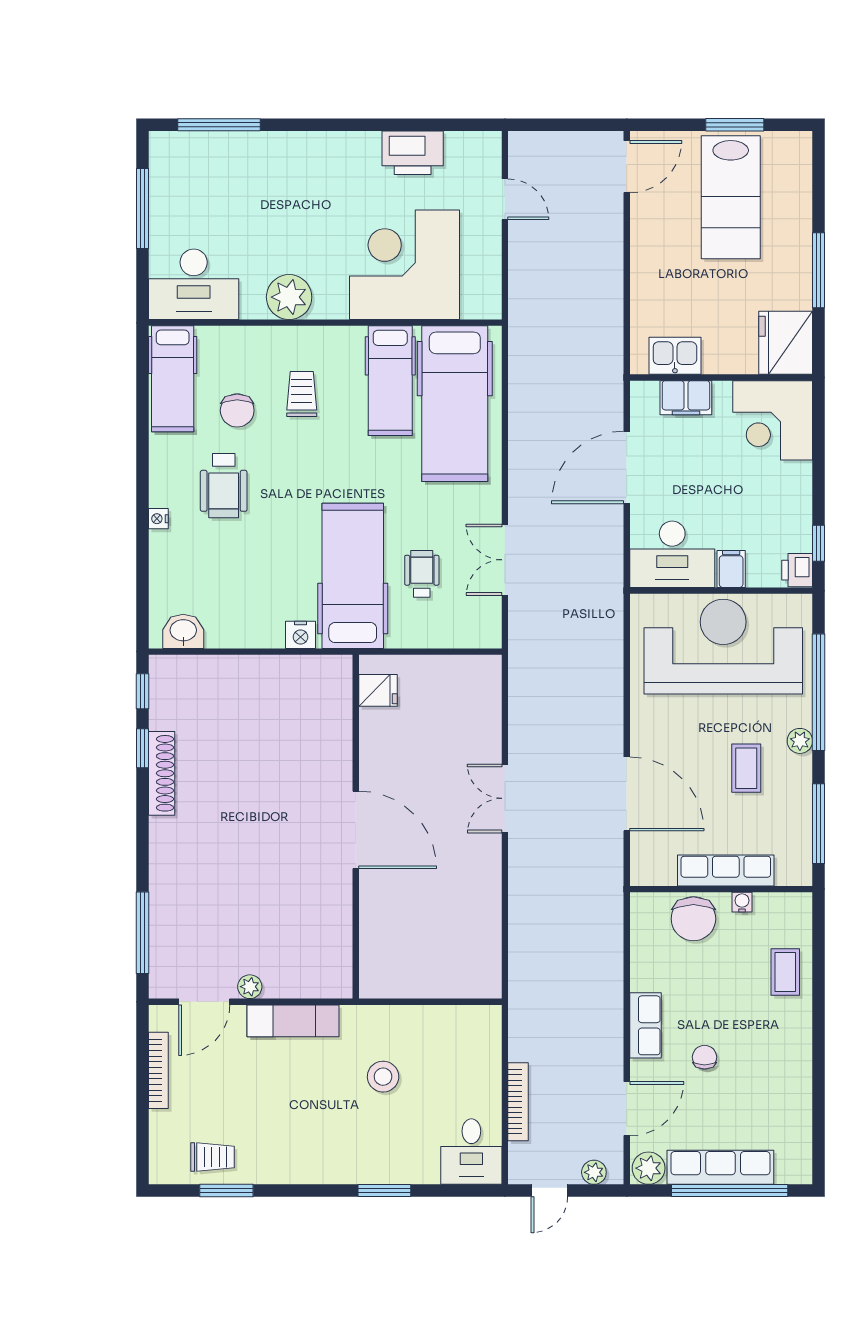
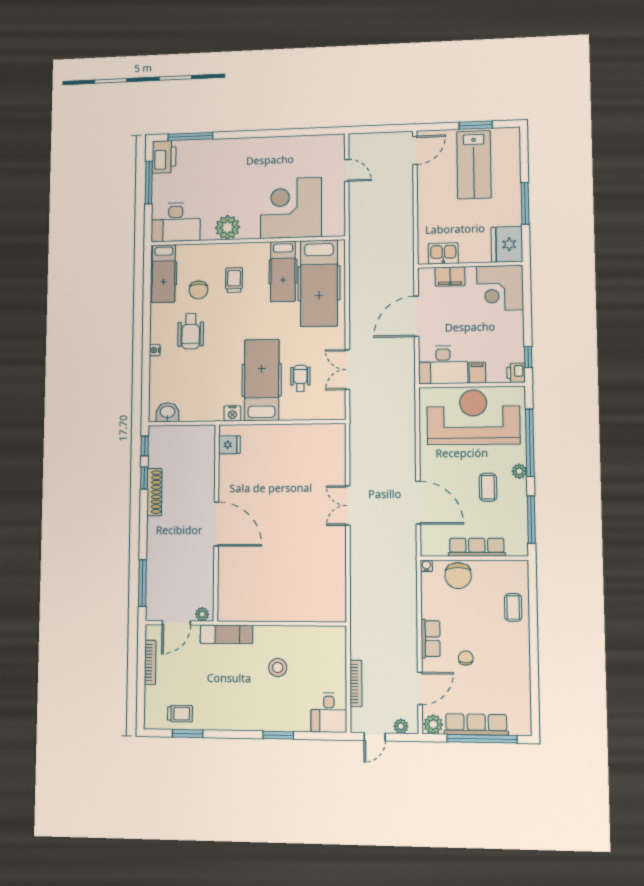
printer: (413, 153) -> (164, 157), moved, turned -90
fridge: (378, 690) -> (229, 445), moved
wall: (356, 827) -> (216, 522), moved
door: (356, 830) -> (216, 524), moved
water cooler: (742, 902) -> (426, 566), moved

